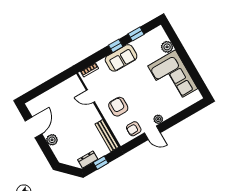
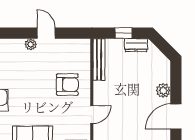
door: (90, 96) -> (92, 114), hinge flipped
armchair: (118, 107) -> (67, 85), turned -90
armchair: (134, 129) -> (64, 50), removed

